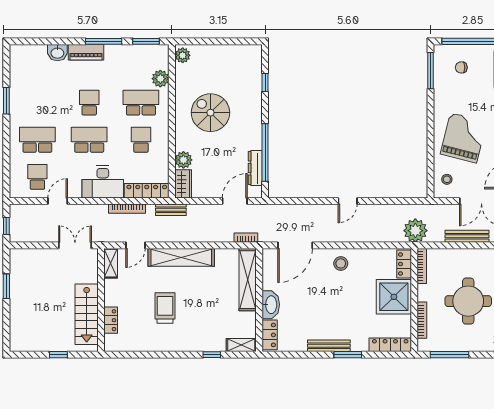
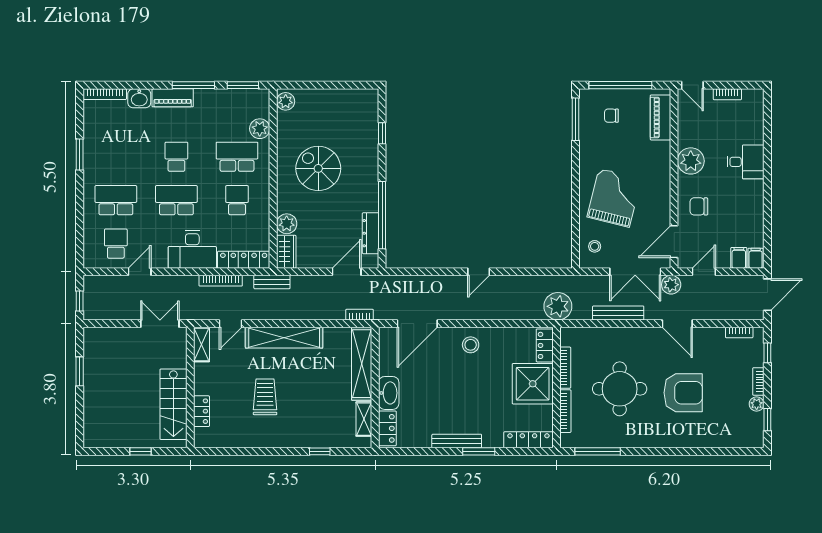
bookcase: (28, 49) -> (105, 94), added
bookcase: (422, 266) -> (565, 368), moved
shelving: (241, 345) -> (364, 419), moved, turned 90

